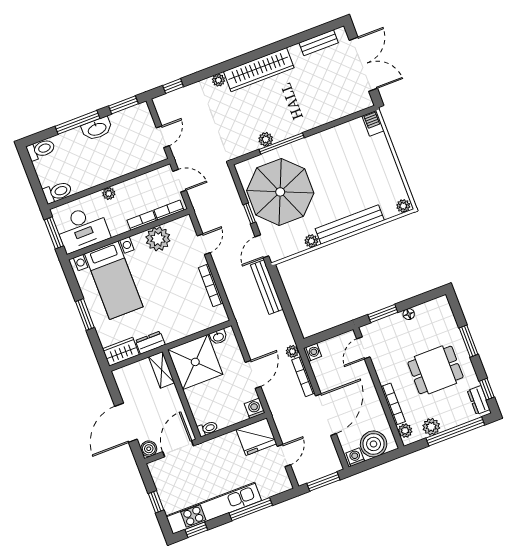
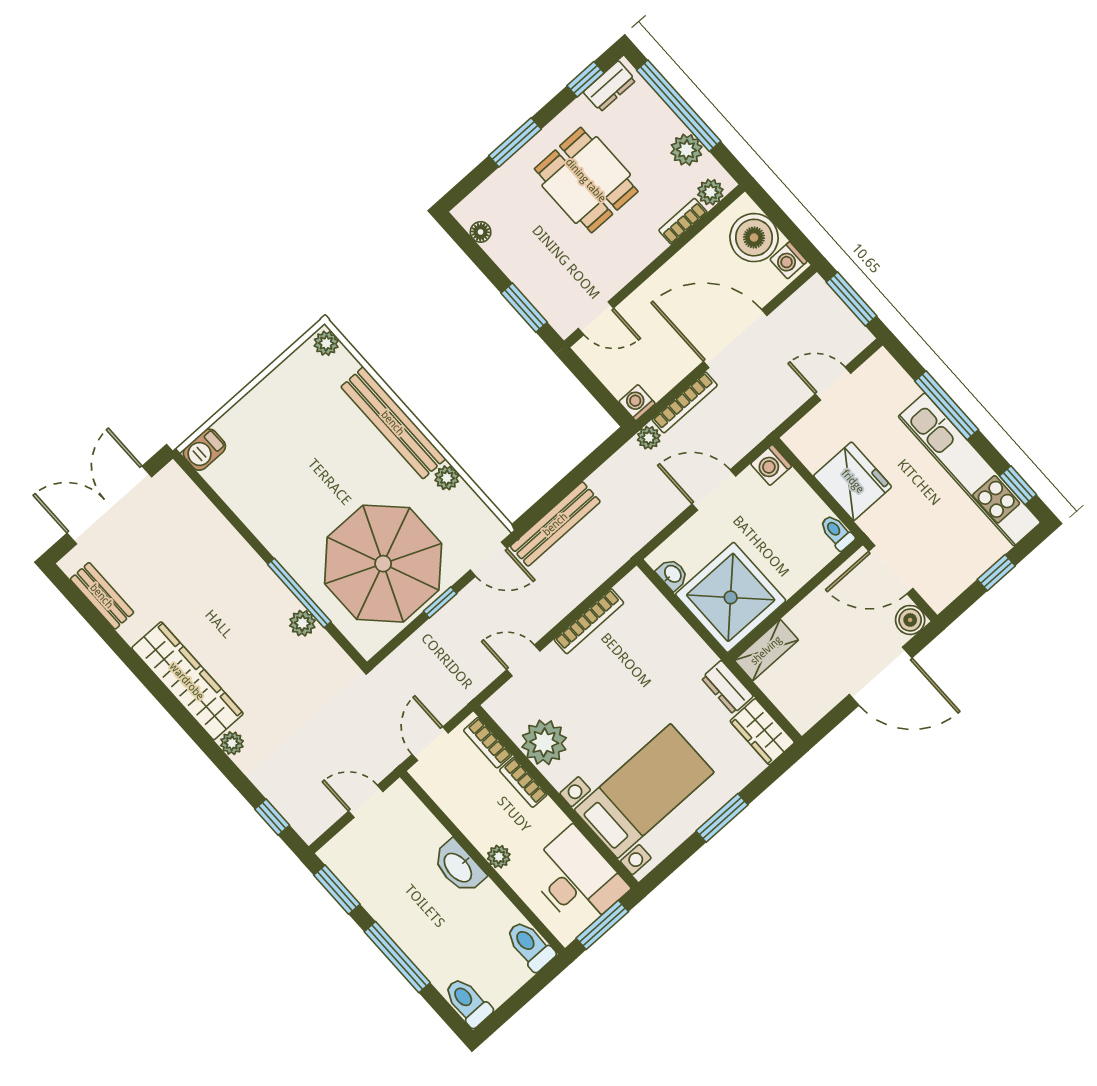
washbasin: (97, 129) -> (459, 867), moved, turned 180
floor lamp: (409, 314) -> (481, 232), moved
bookcase: (393, 404) -> (683, 221), width x0.64
fridge: (256, 437) -> (853, 481), moved

